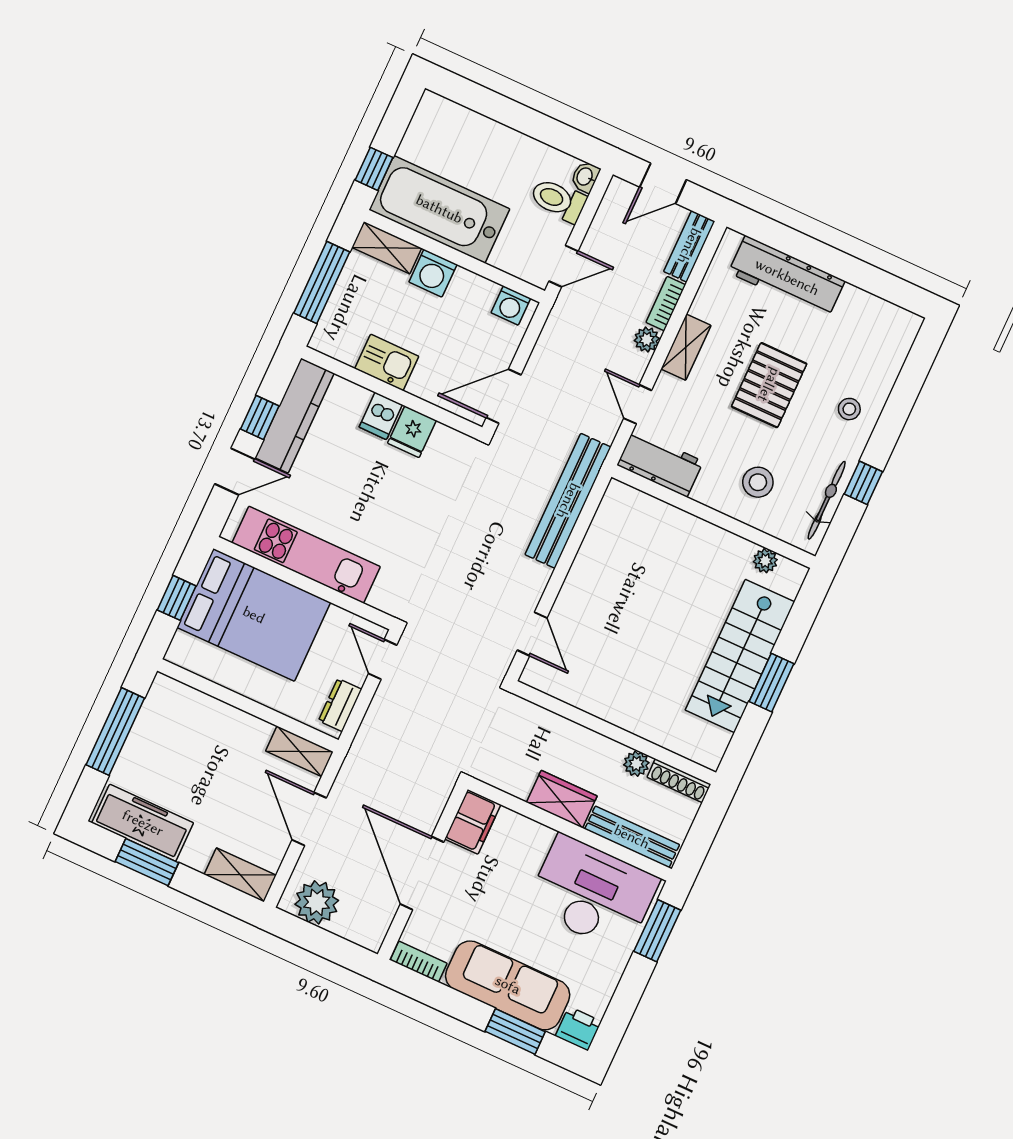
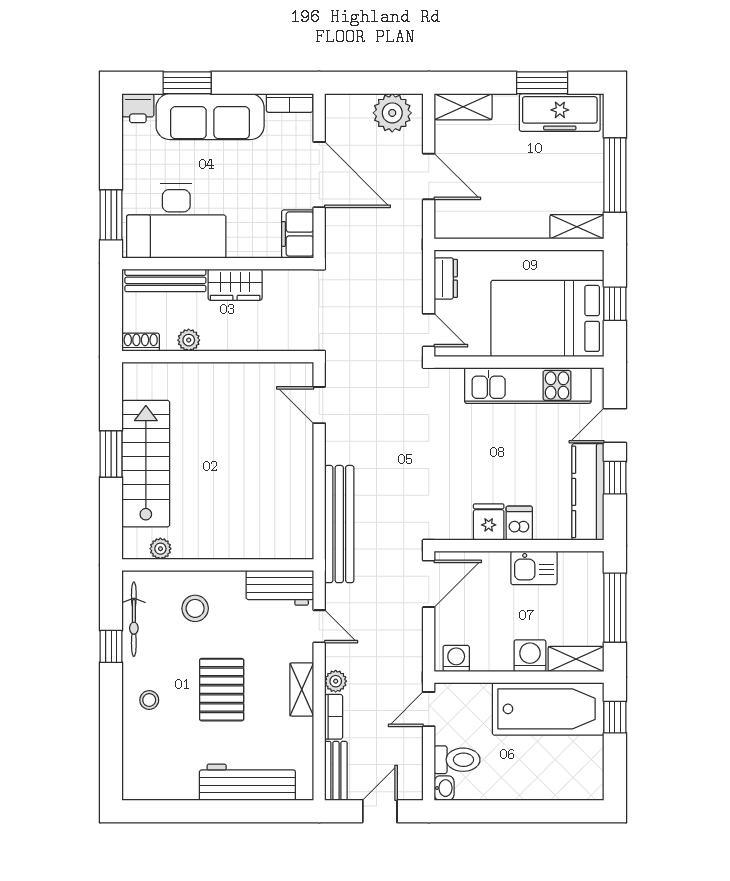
shelving: (299, 751) -> (577, 227), moved
shoe rack: (679, 781) -> (141, 342), width x0.70

